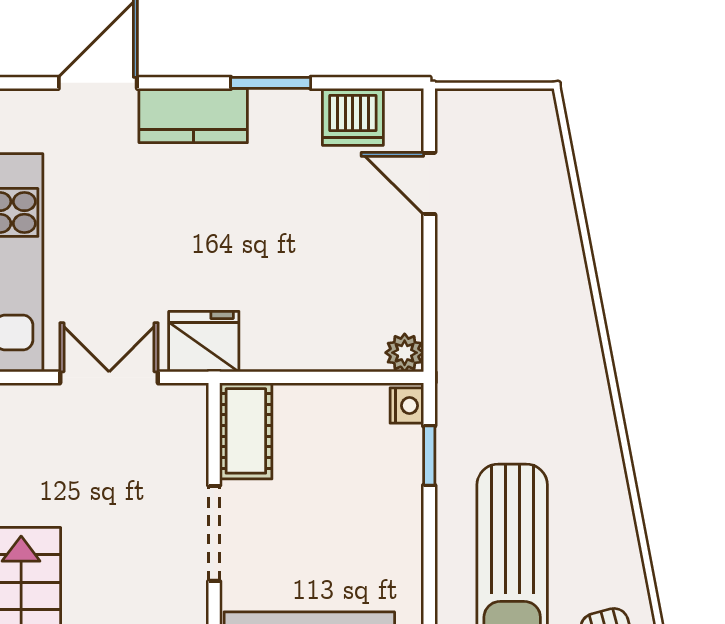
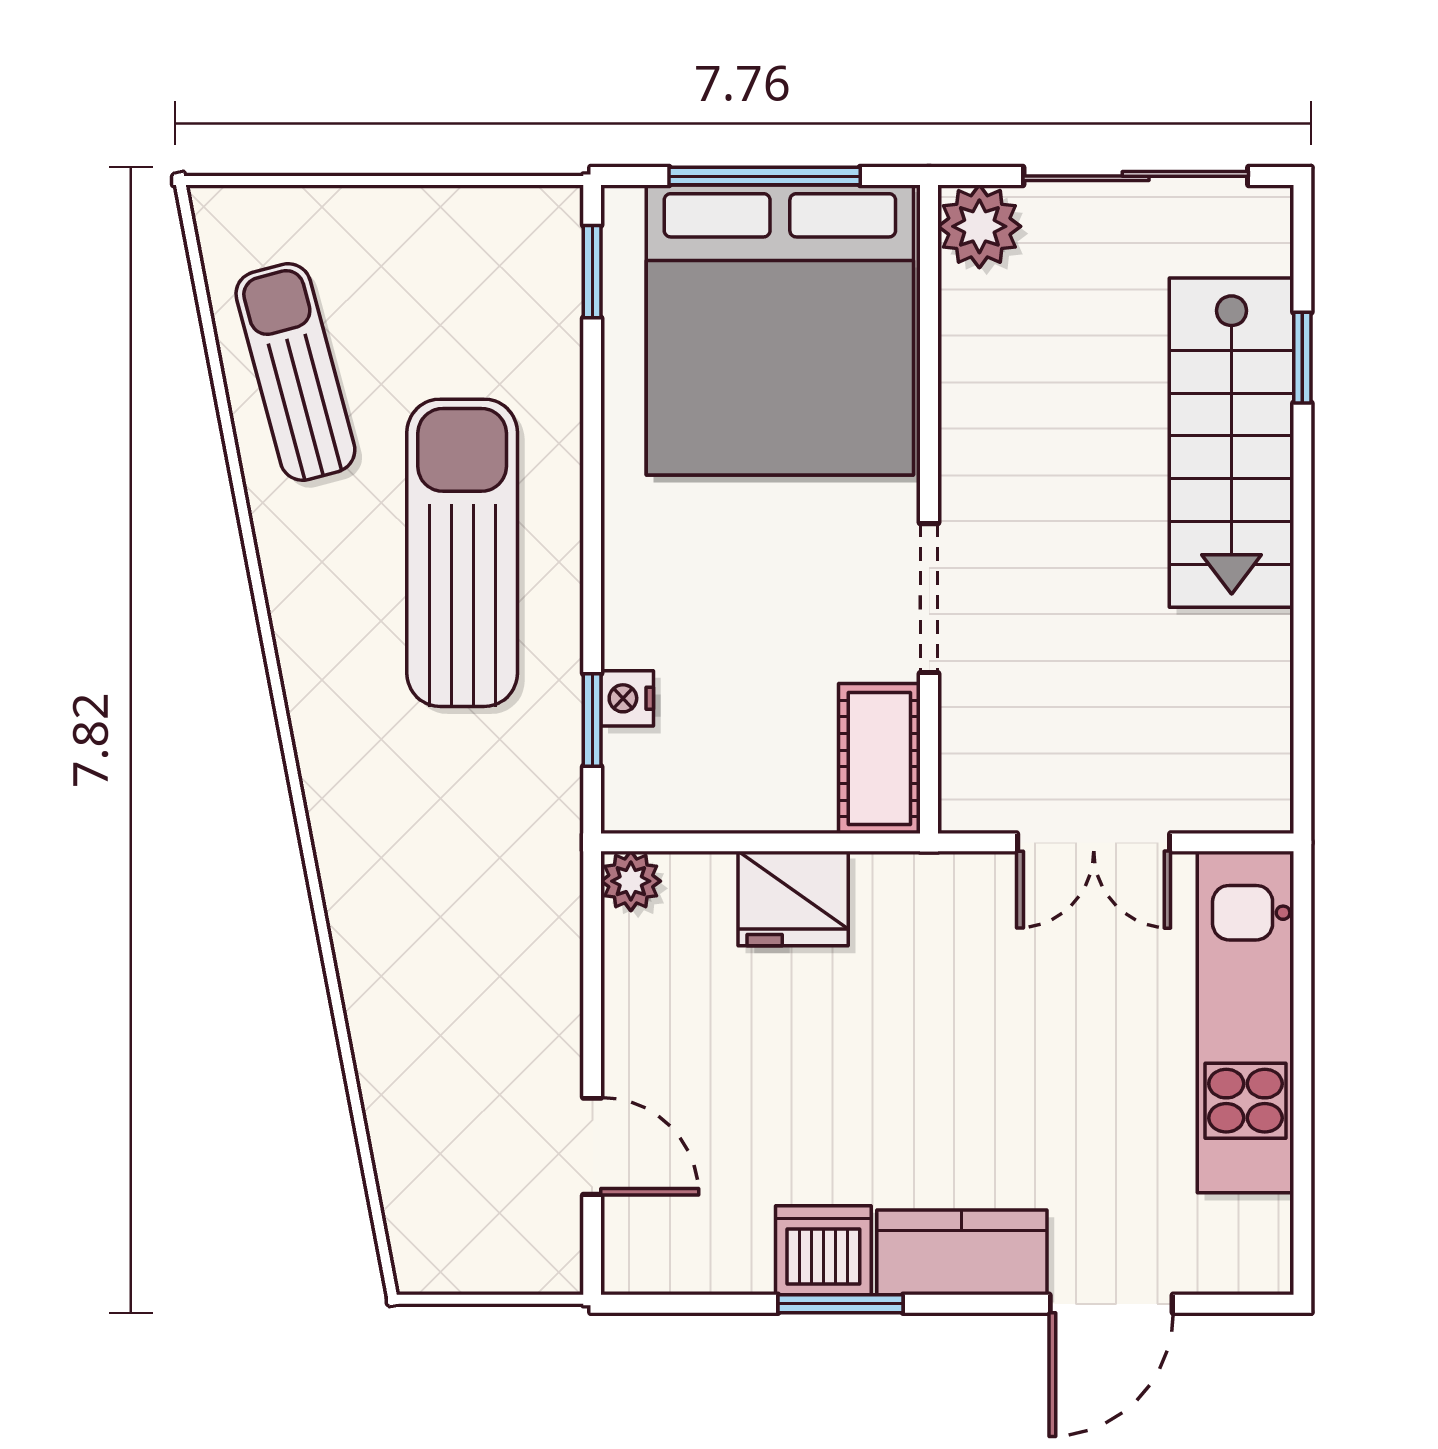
dishwasher: (353, 117) -> (823, 1250), moved
fridge: (204, 342) -> (793, 898), moved
nightstand: (407, 406) -> (627, 698), moved

